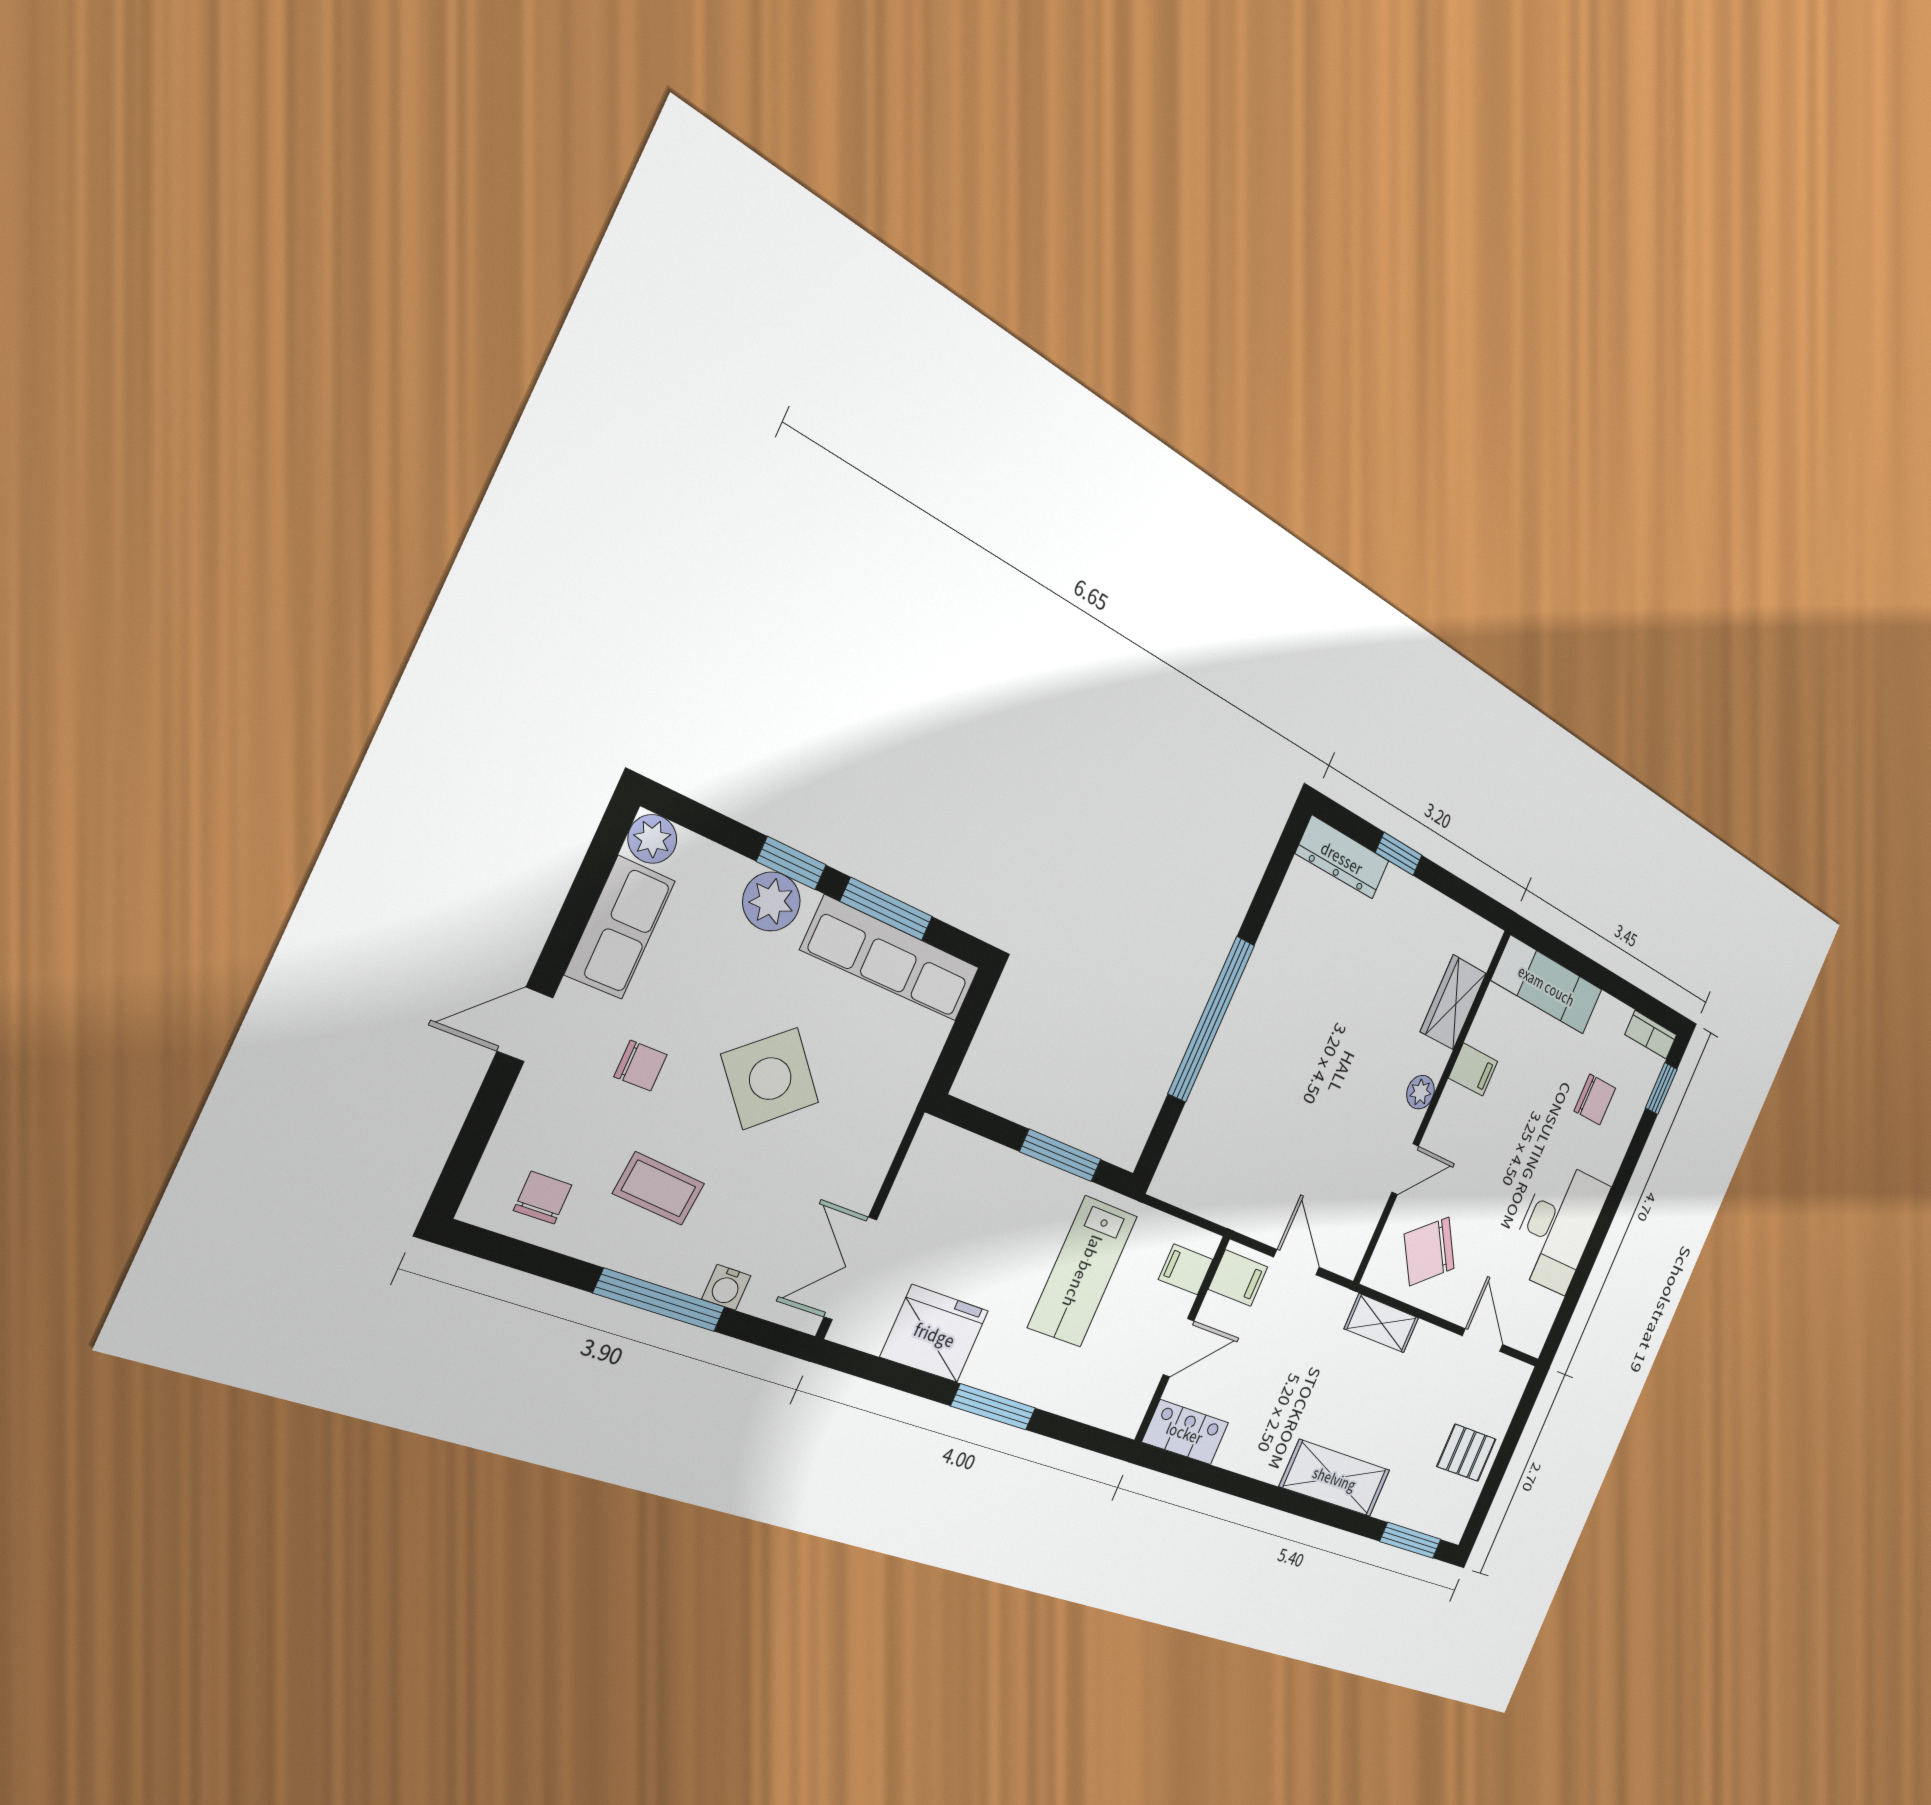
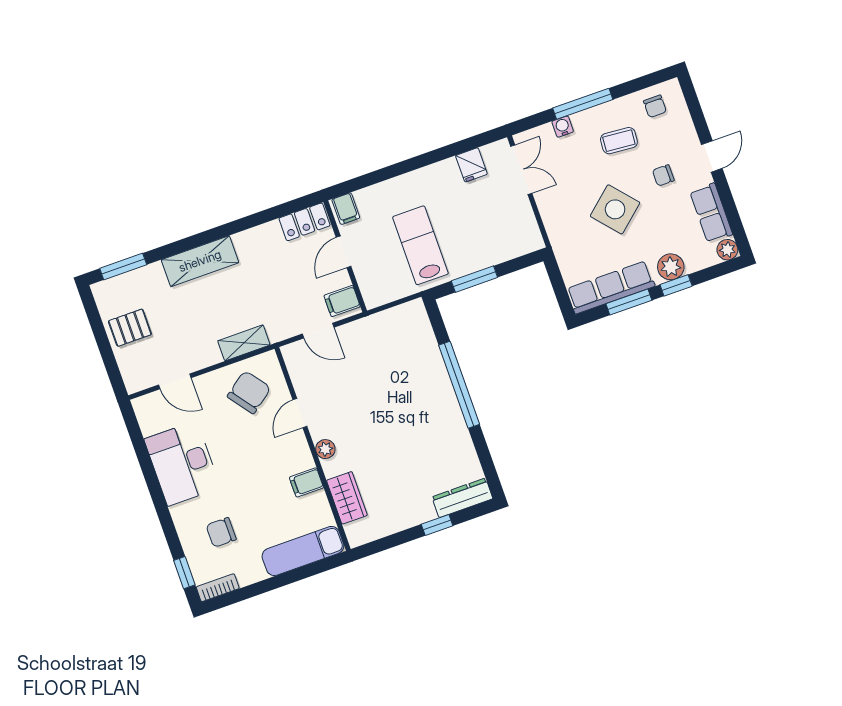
filing cabinet: (1186, 1269) -> (346, 209), moved, turned 90
fridge: (935, 1334) -> (471, 165), width x0.53, depth x0.75
window: (993, 1407) -> (409, 165), removed

